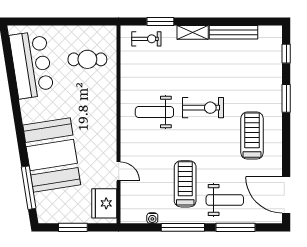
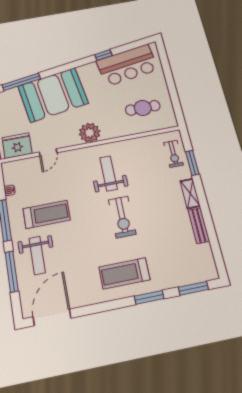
bench: (234, 32) -> (199, 226), width x0.73
window: (286, 54) -> (193, 288), width x1.50
cafe table: (87, 59) -> (143, 108), turned 90
window: (13, 89) -> (103, 55), added
plant: (105, 123) -> (90, 133), added
treadmill: (252, 136) -> (124, 273), moved, turned 180

